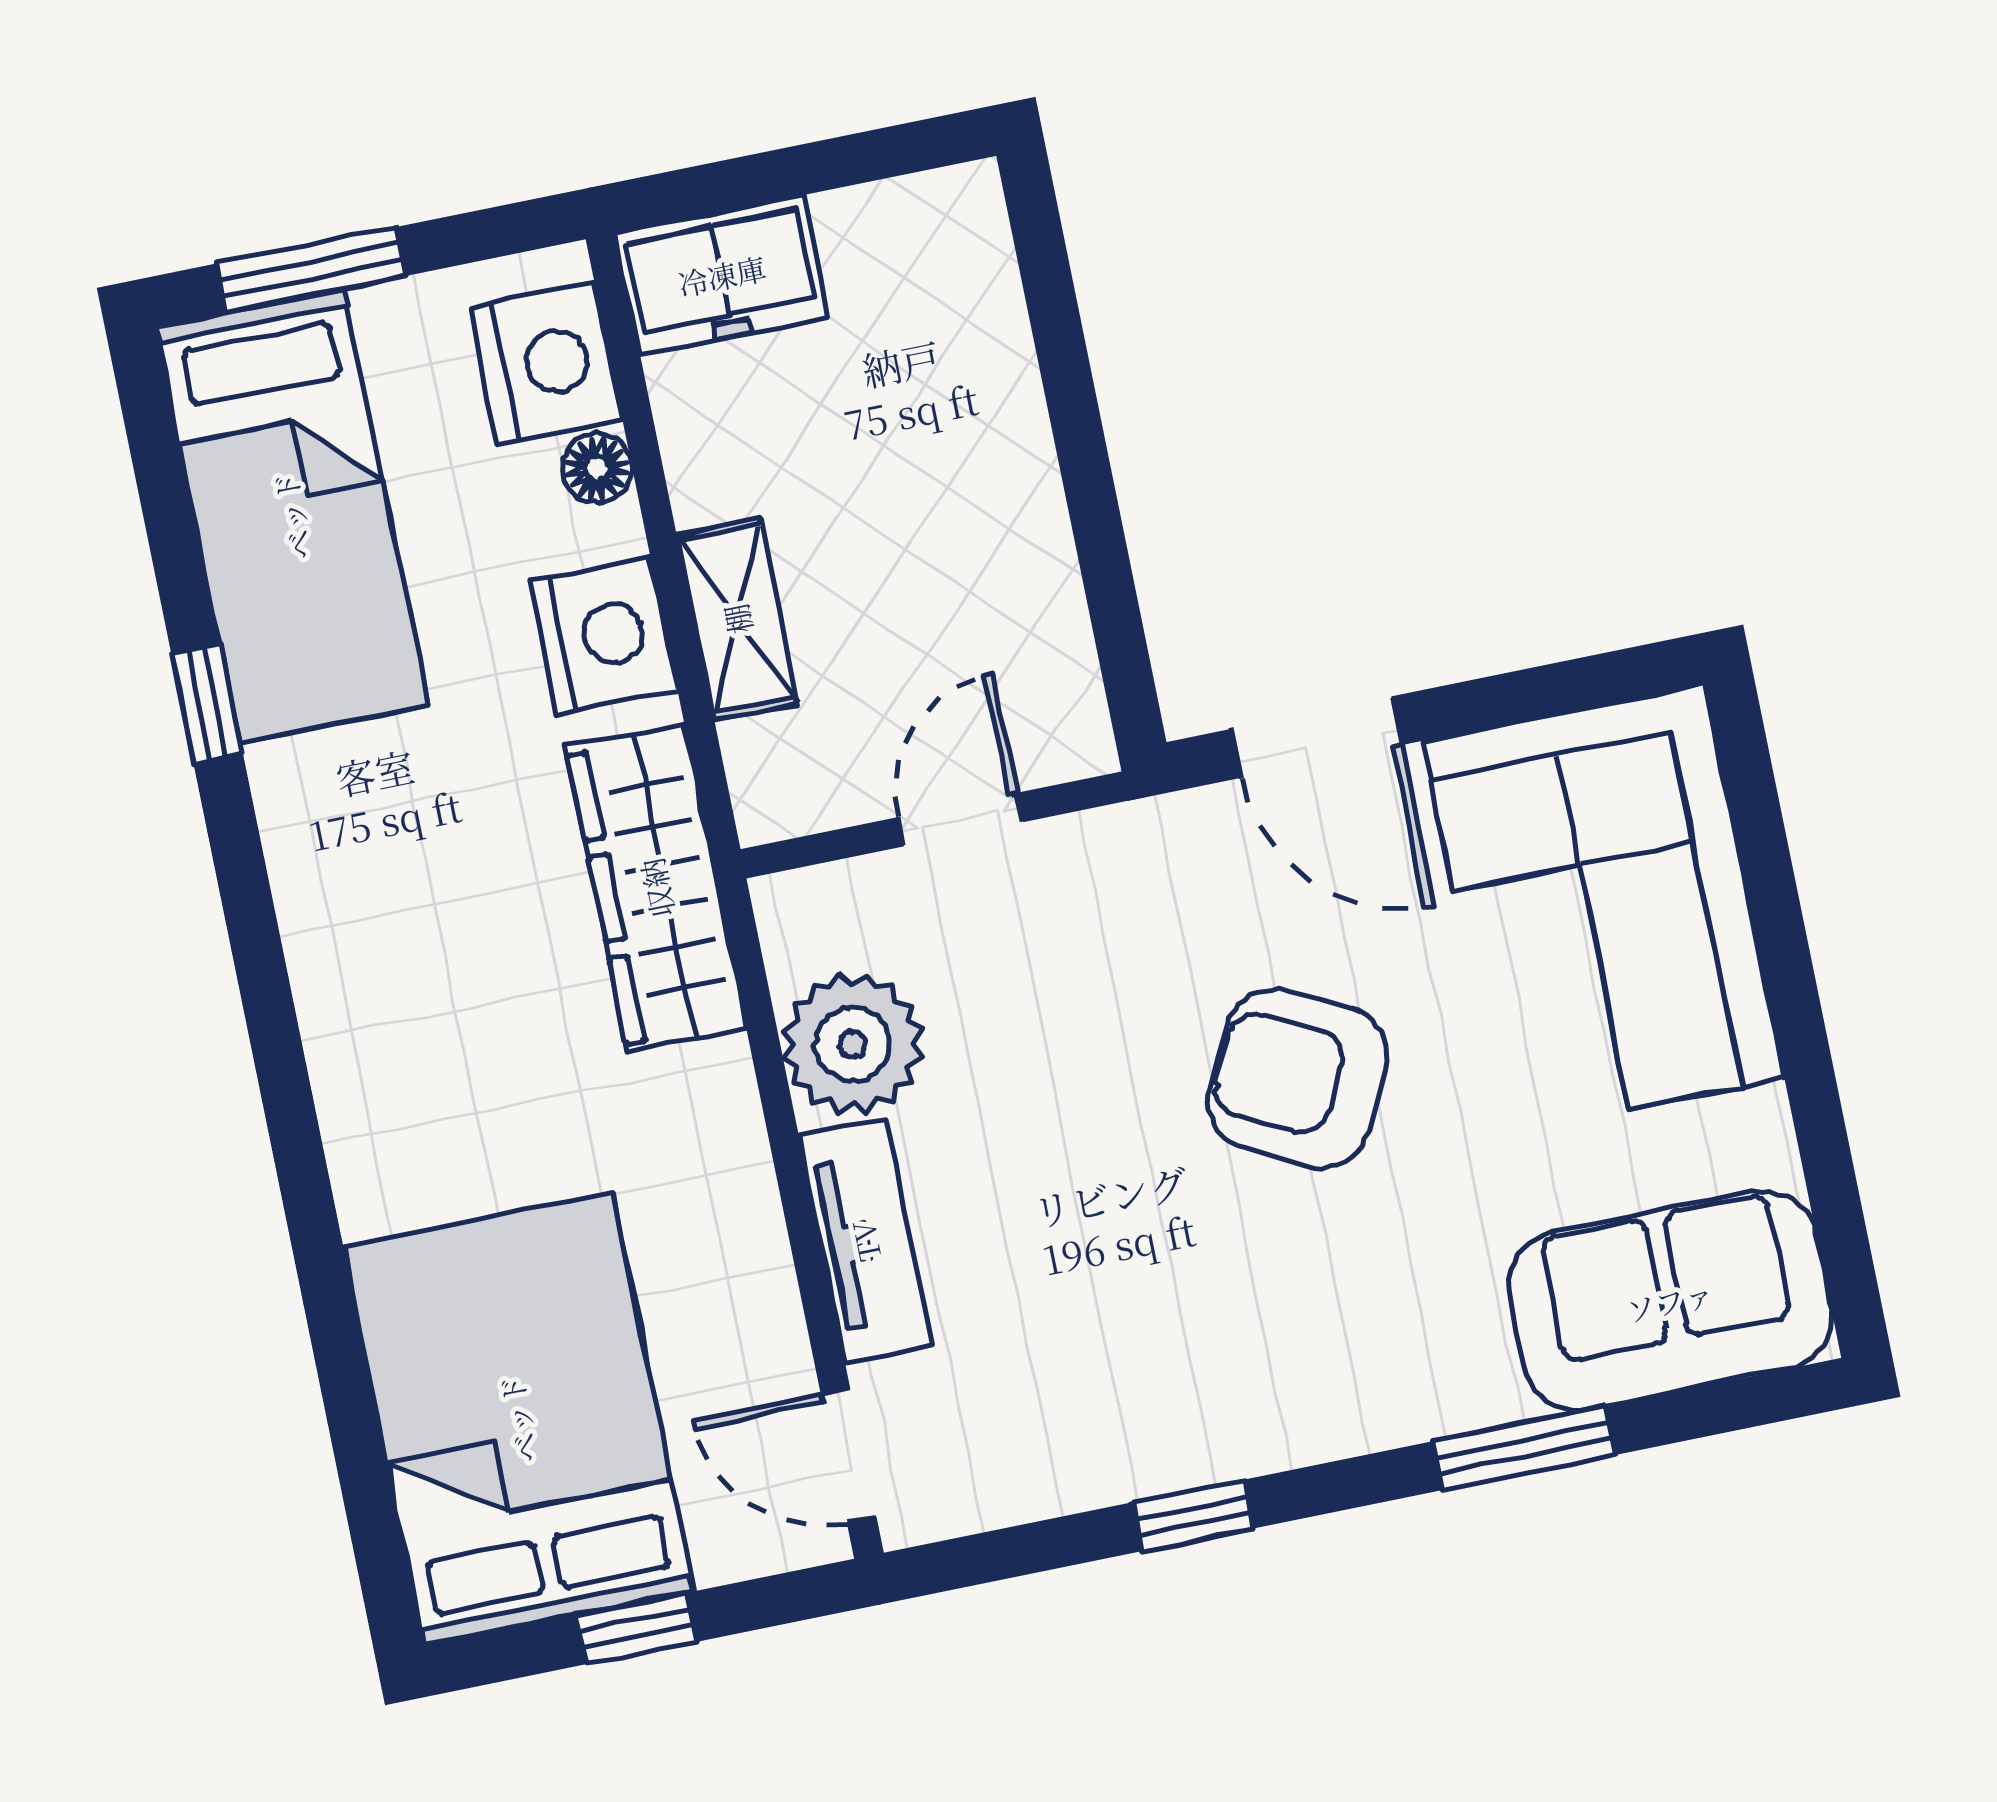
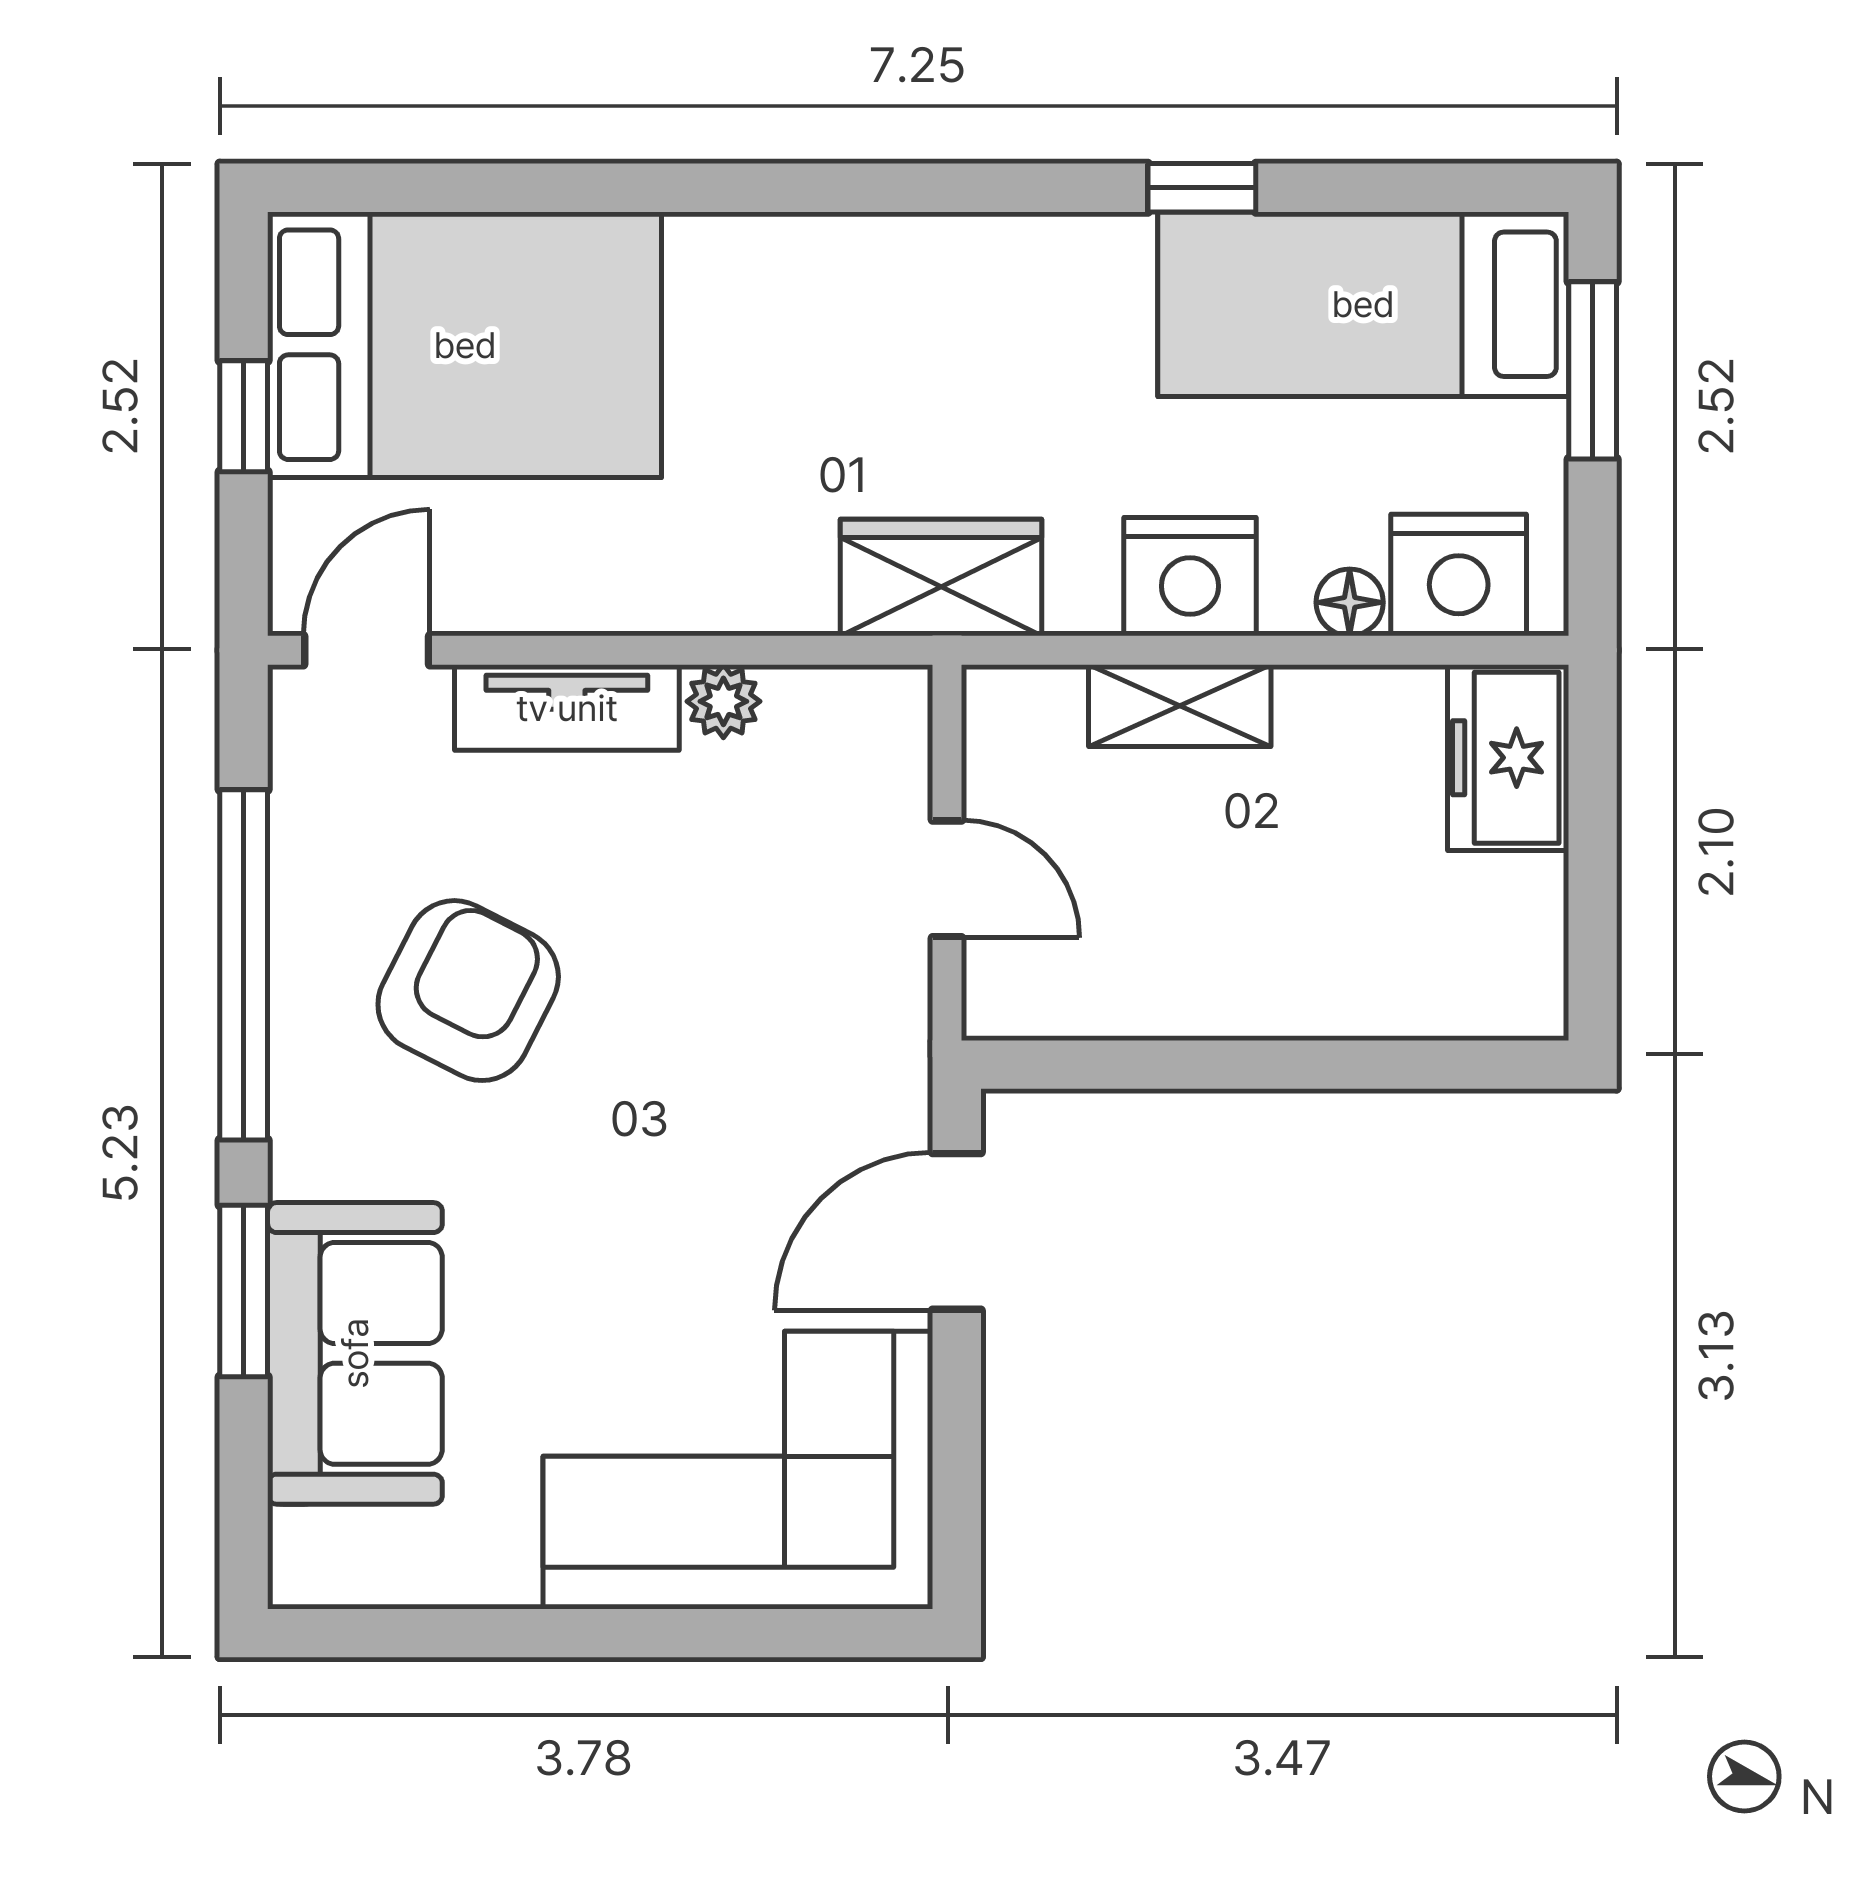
wardrobe: (656, 888) -> (941, 577), width x0.67
plant: (853, 1044) -> (723, 701), width x0.53, depth x0.53
armchair: (1298, 1078) -> (468, 991), moved
sofa: (1670, 1301) -> (355, 1353), moved
window: (1193, 1515) -> (244, 965), width x3.17

